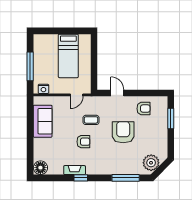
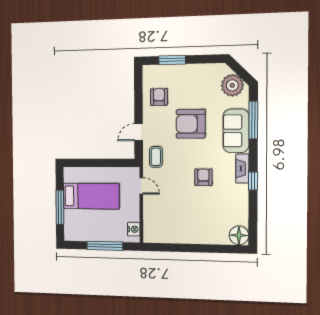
window: (59, 31) -> (60, 207), added
coffee table: (91, 120) -> (156, 157), moved
sofa: (43, 121) -> (236, 131), moved, turned -90
fireplace: (75, 170) -> (242, 169), moved

